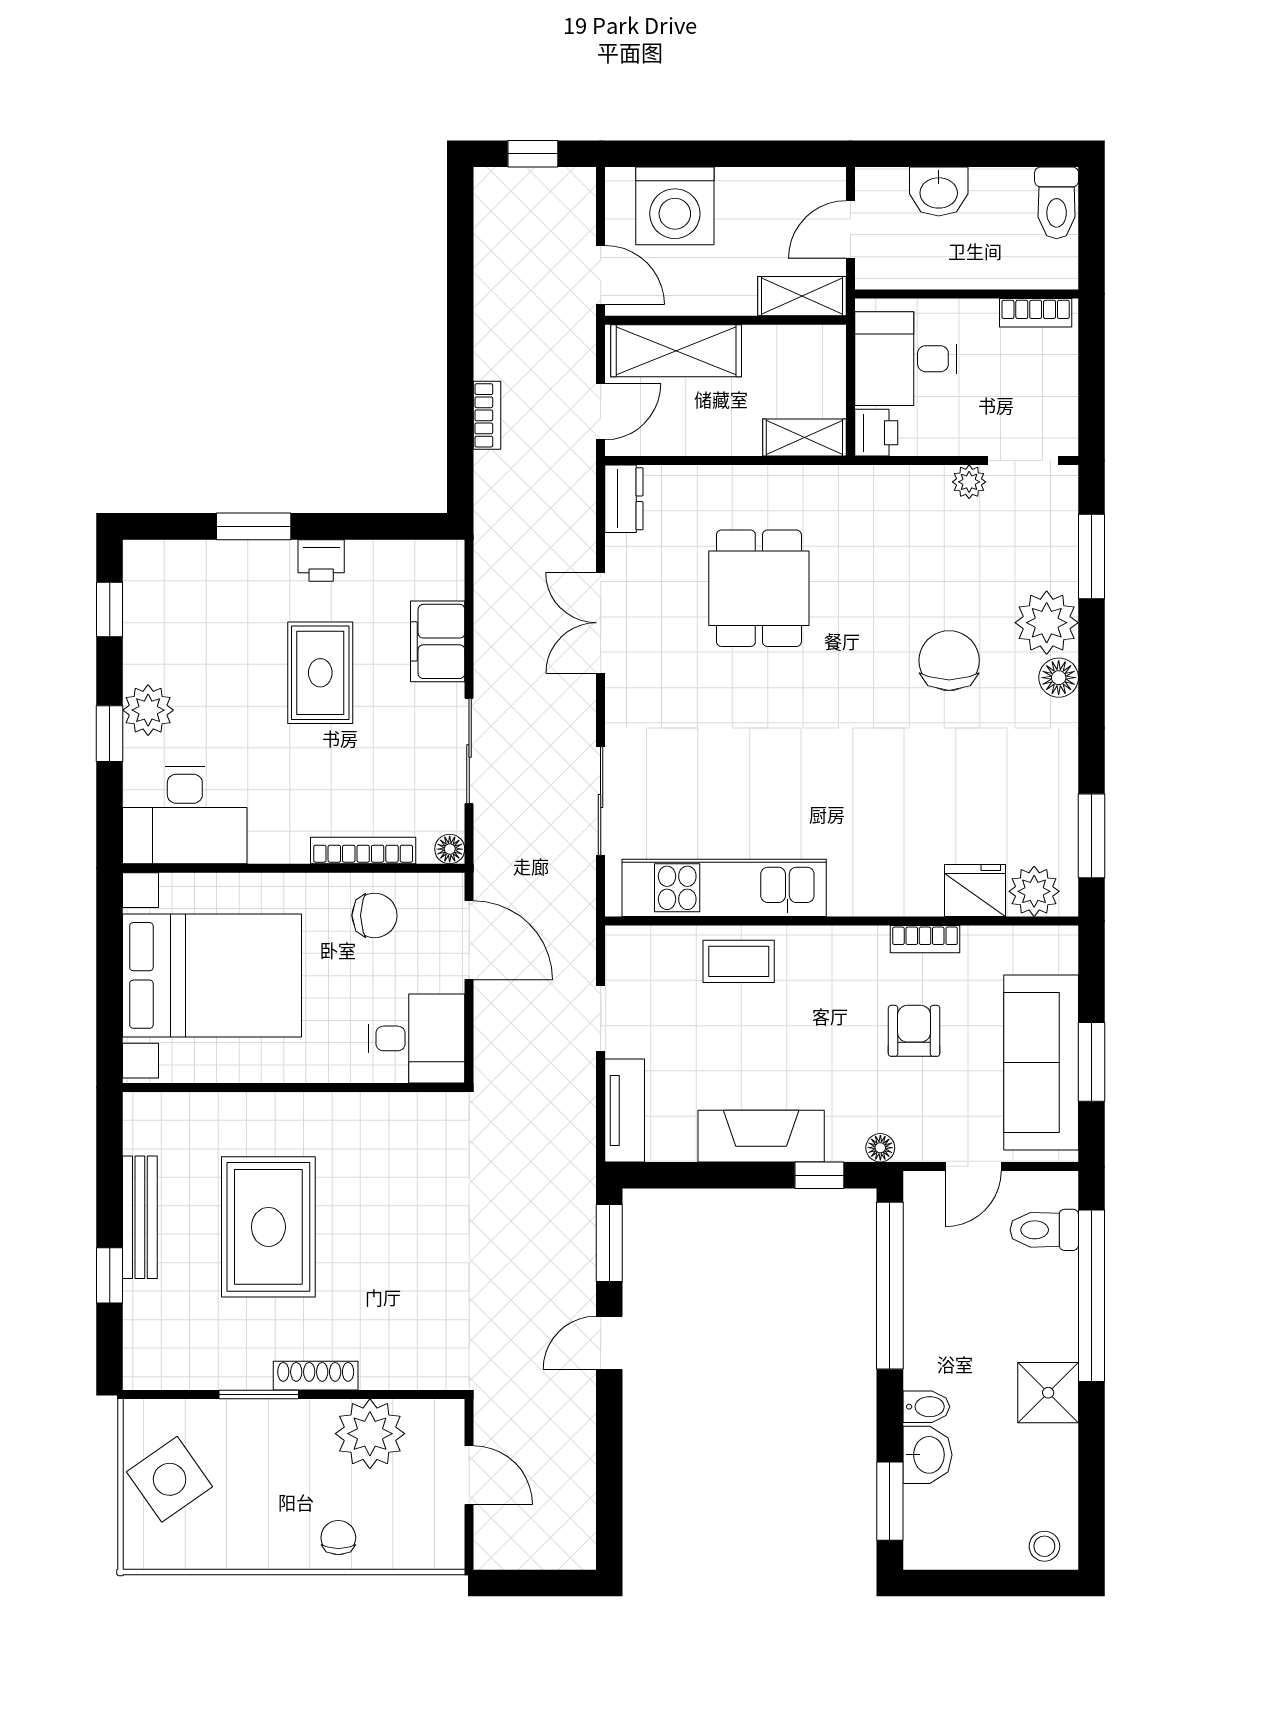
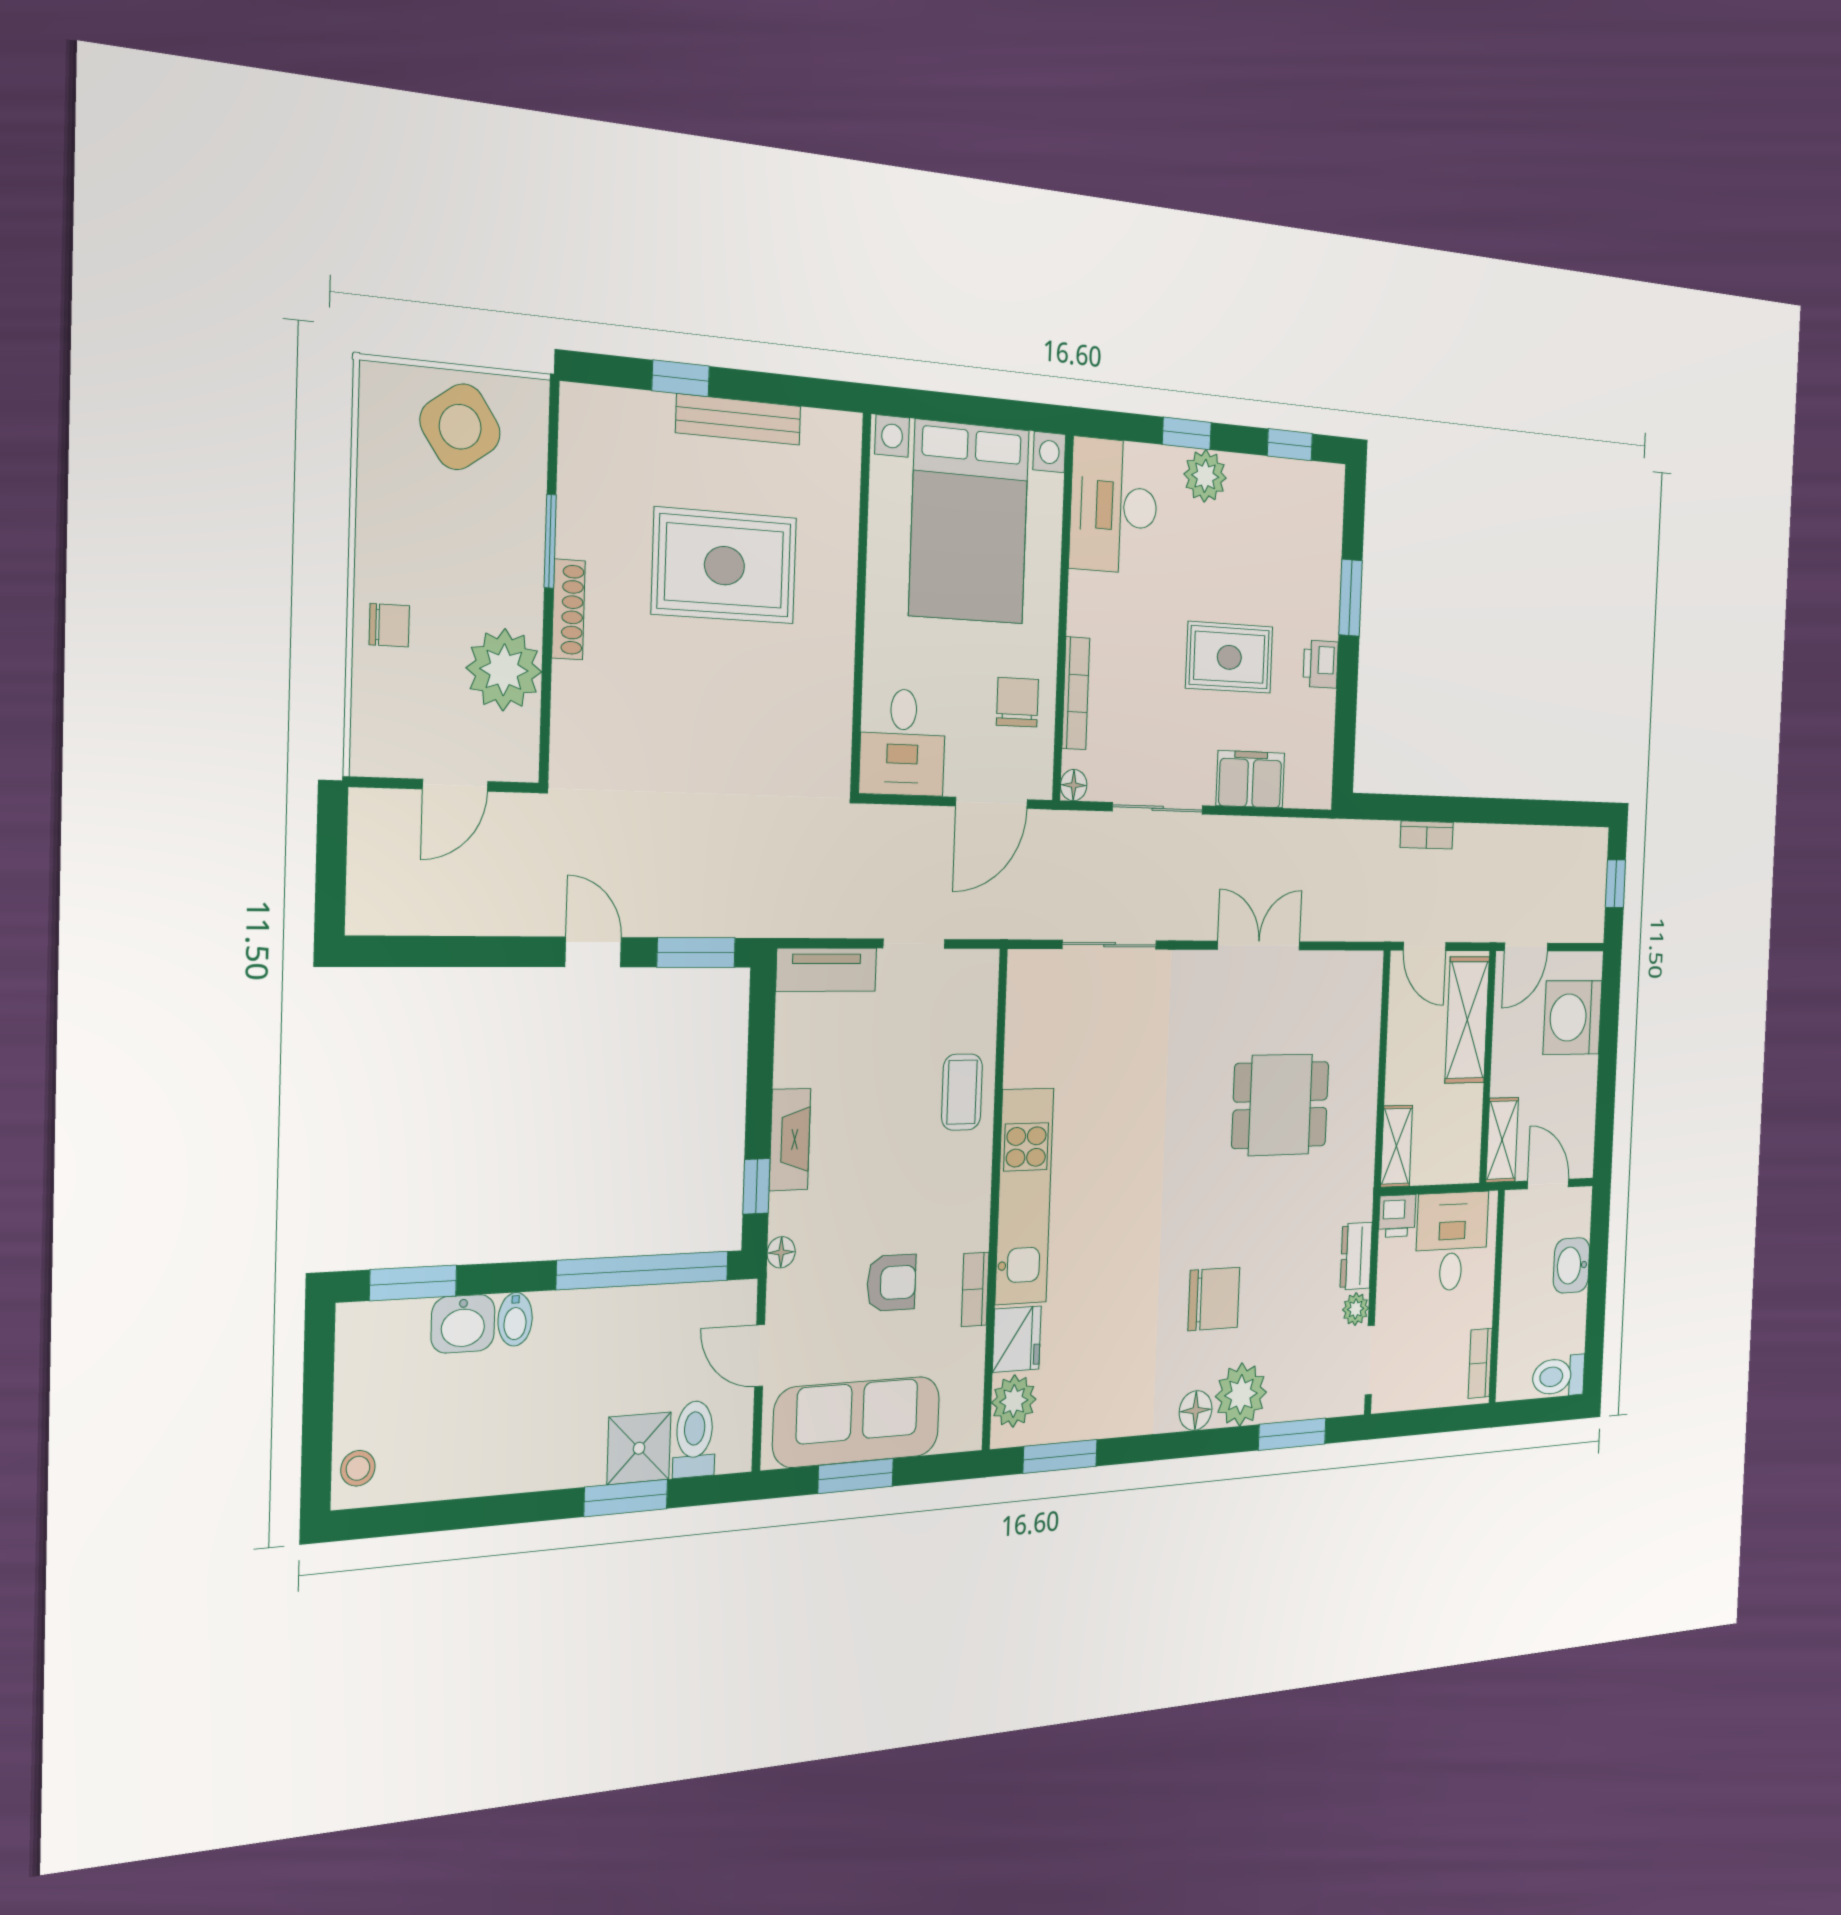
dresser: (624, 499) -> (1356, 1256), moved, turned 90
kitchen unit: (724, 888) -> (1024, 1196), moved
chair: (375, 915) -> (1017, 702), turned 180
fireplace: (761, 1136) -> (790, 1140), width x0.73, depth x0.76
window: (1092, 1296) -> (626, 1498), width x0.47
shower: (1048, 1393) -> (639, 1448), moved

